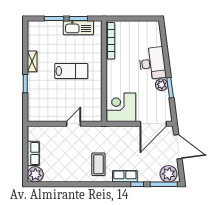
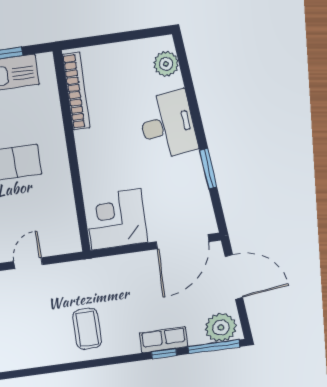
plant: (162, 85) -> (166, 64), moved
row of seats: (125, 176) -> (164, 340), moved

